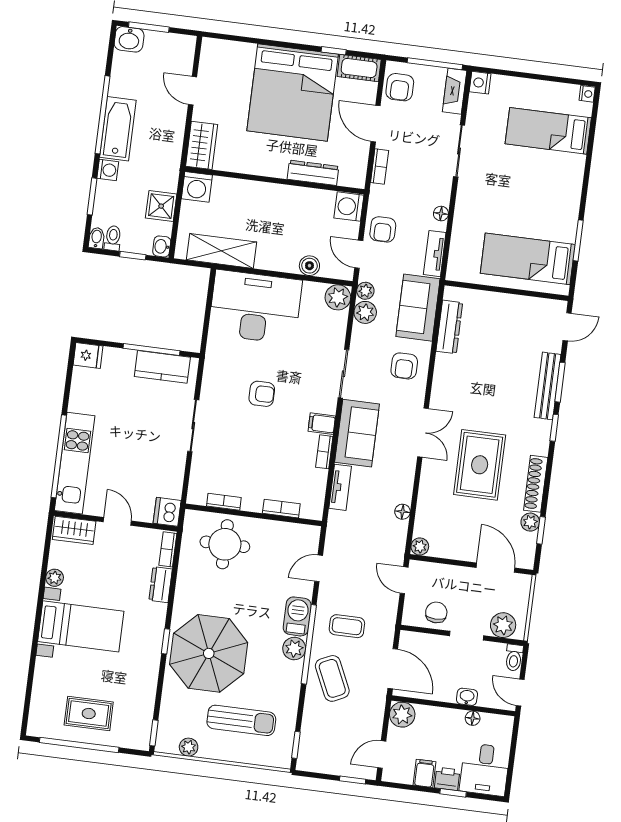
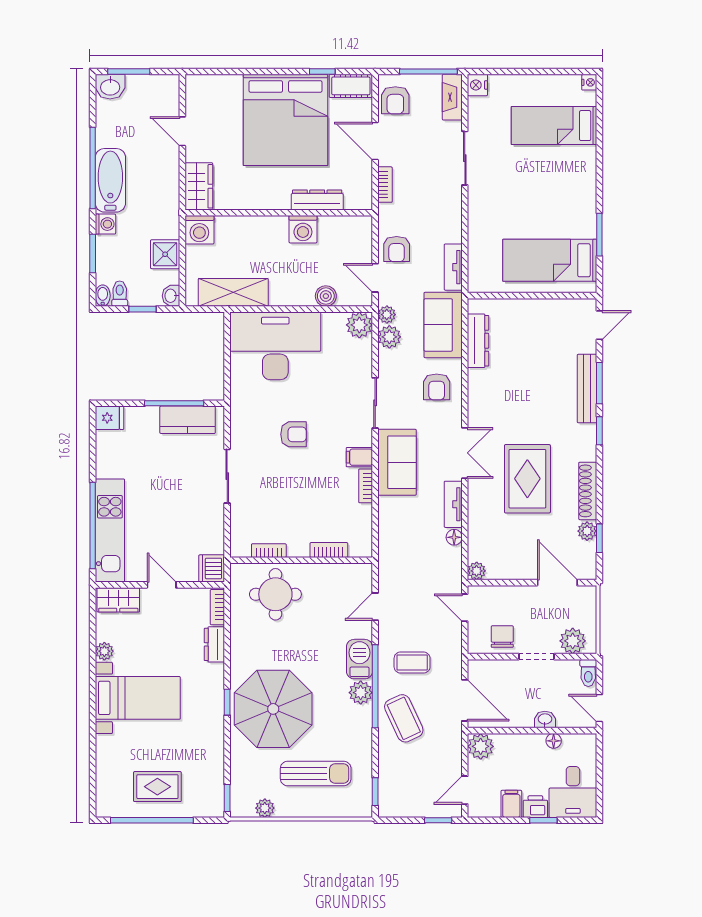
washing machine: (349, 207) -> (303, 229), moved, turned -90
floor lamp: (441, 214) -> (454, 225), removed
tv unit: (340, 487) -> (453, 504), moved, turned 180

